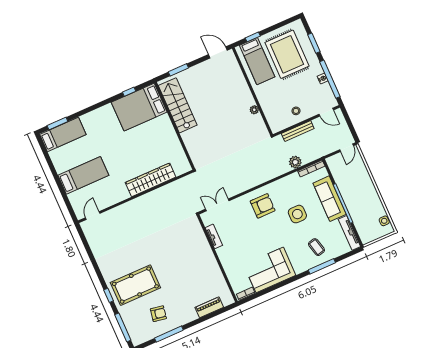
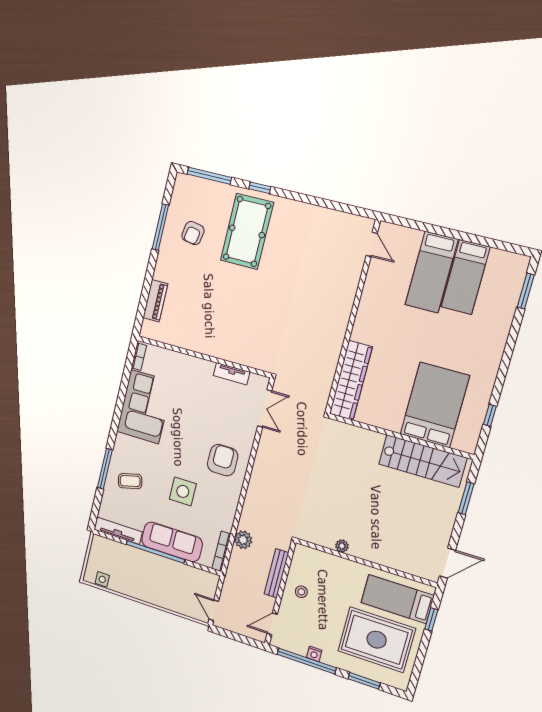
bed: (139, 107) -> (435, 405), moved
bed: (63, 134) -> (466, 277), moved
wardrobe: (151, 180) -> (351, 380), moved
armchair: (263, 206) -> (223, 460), turned 180

